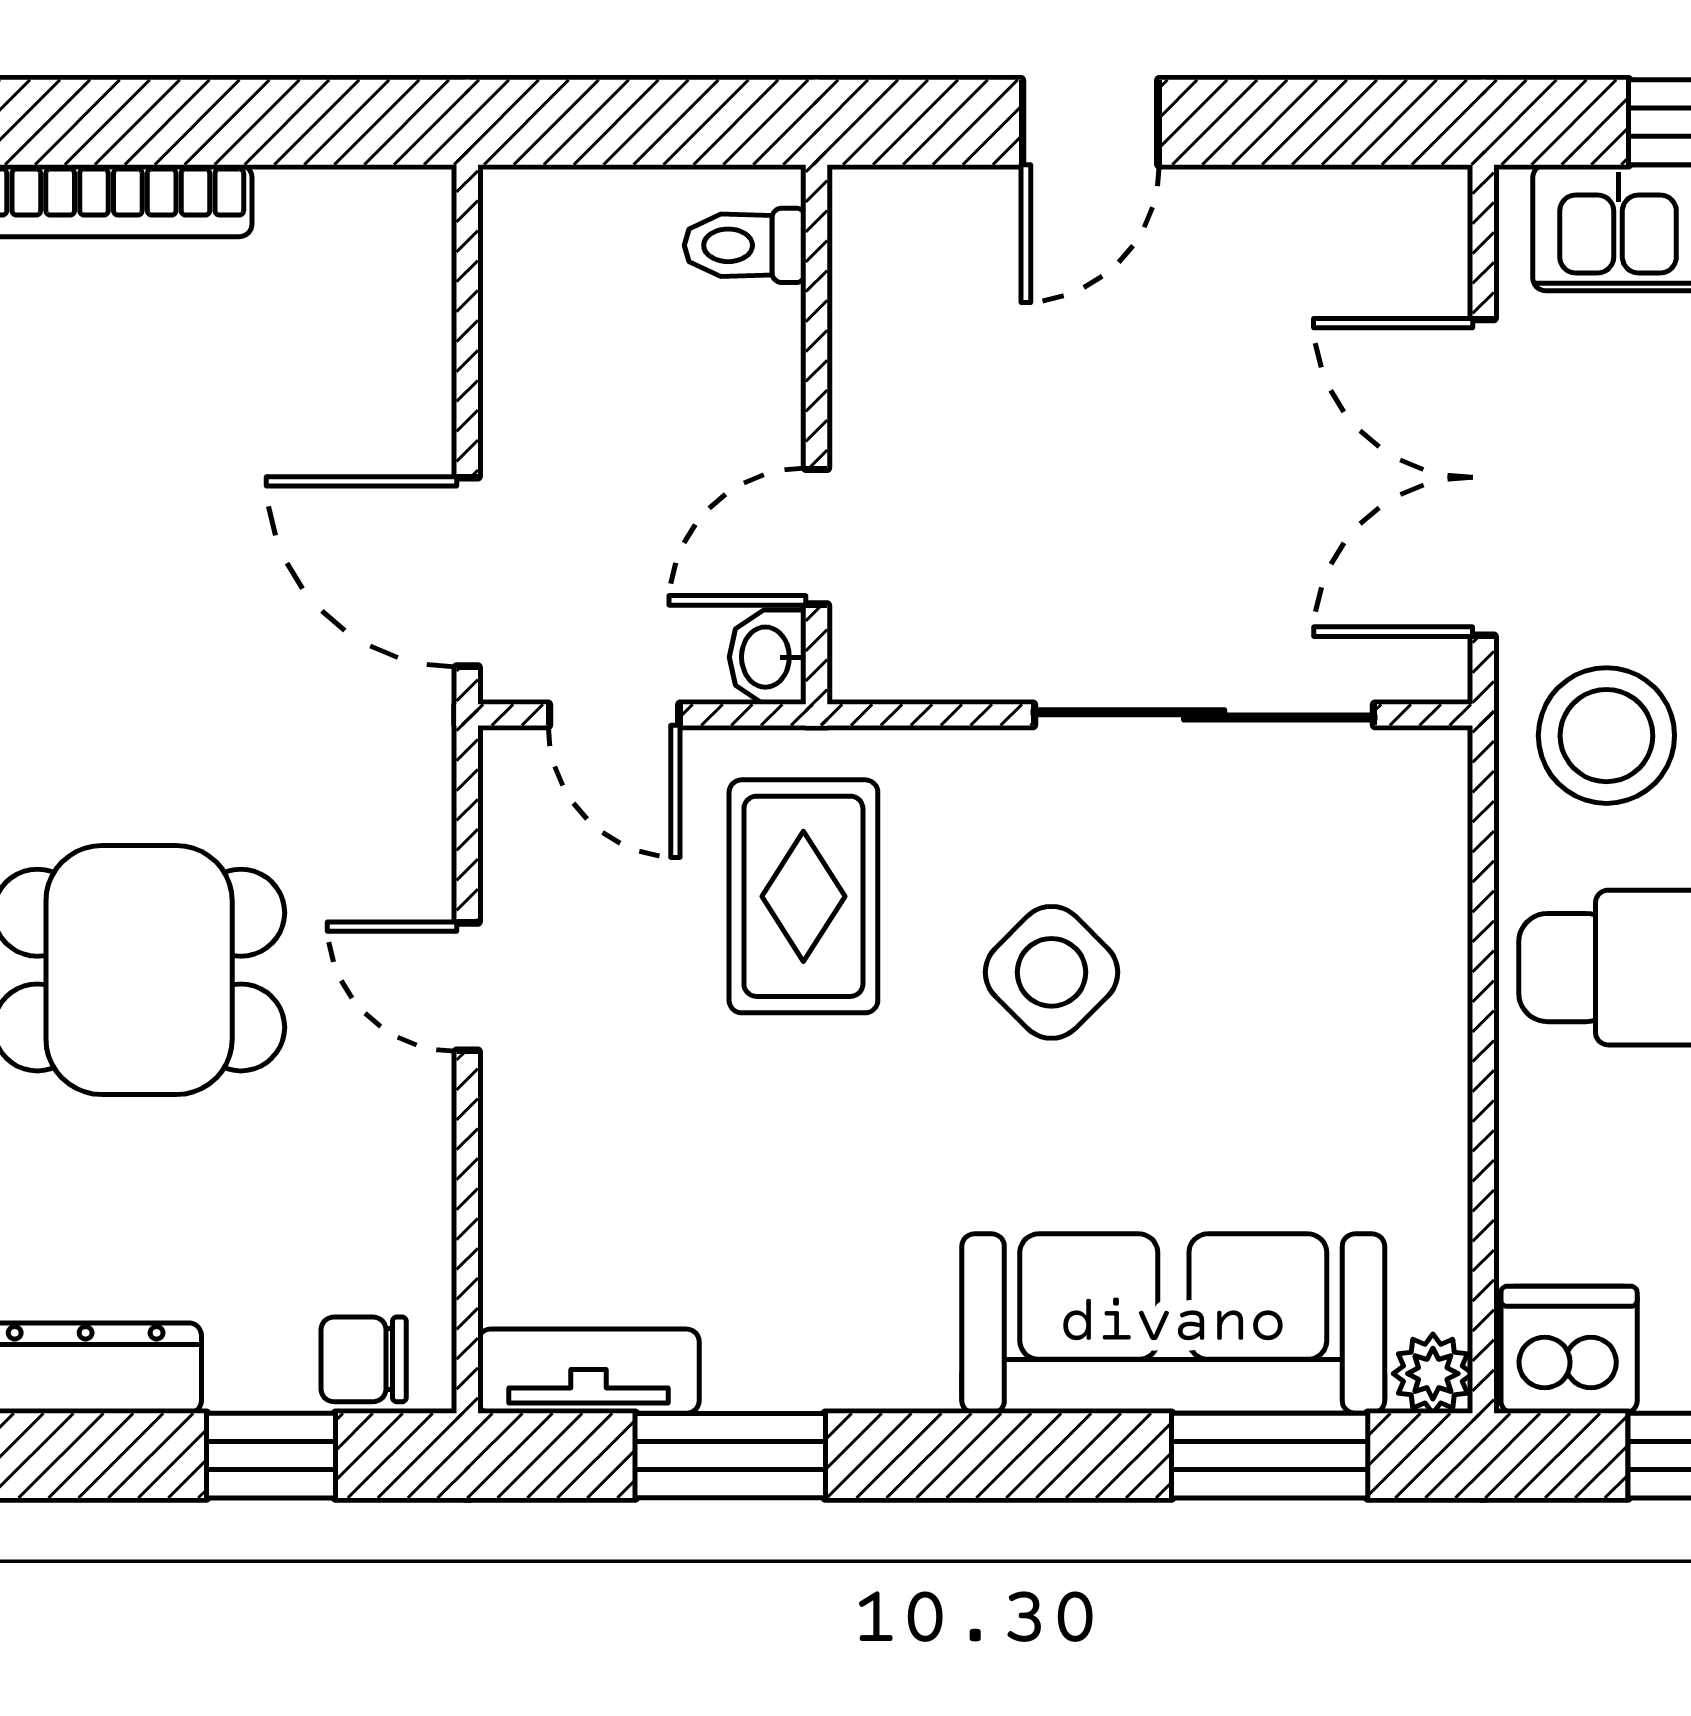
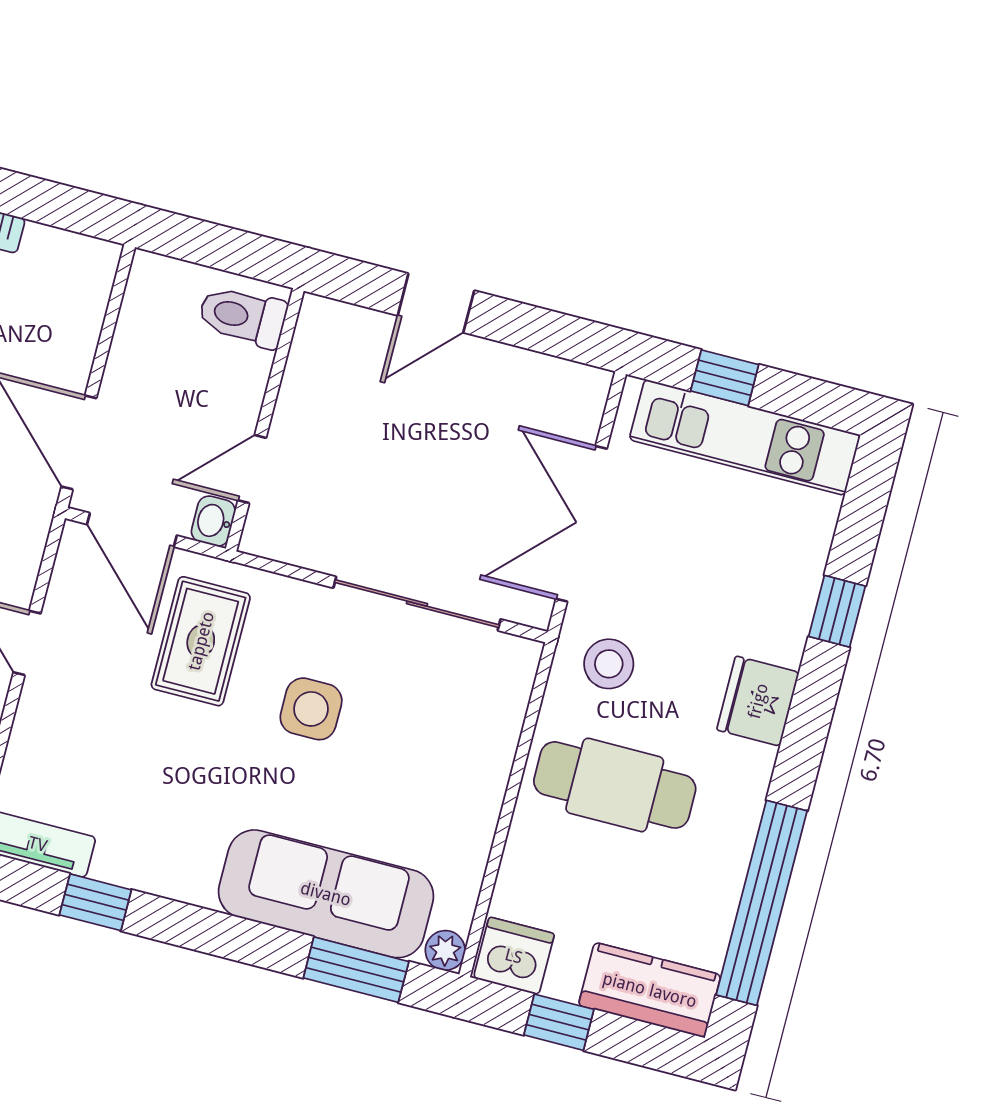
toilet: (745, 245) -> (243, 316), width x1.37, depth x1.39
door: (614, 715) -> (132, 530), width x1.38
stool: (1606, 736) -> (609, 664), width x0.73, depth x0.73
side table: (1051, 972) -> (311, 709), turned 45
window: (730, 1456) -> (95, 902), width x0.67

